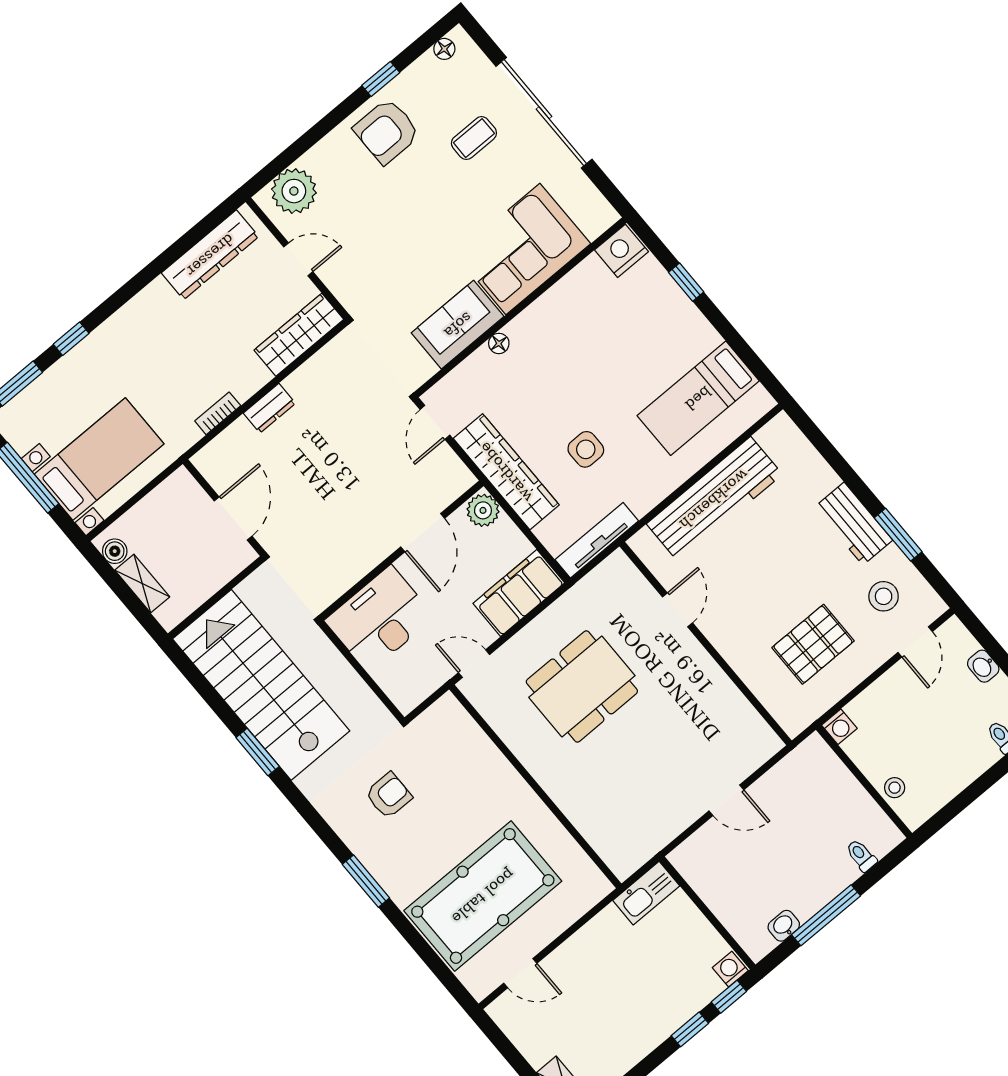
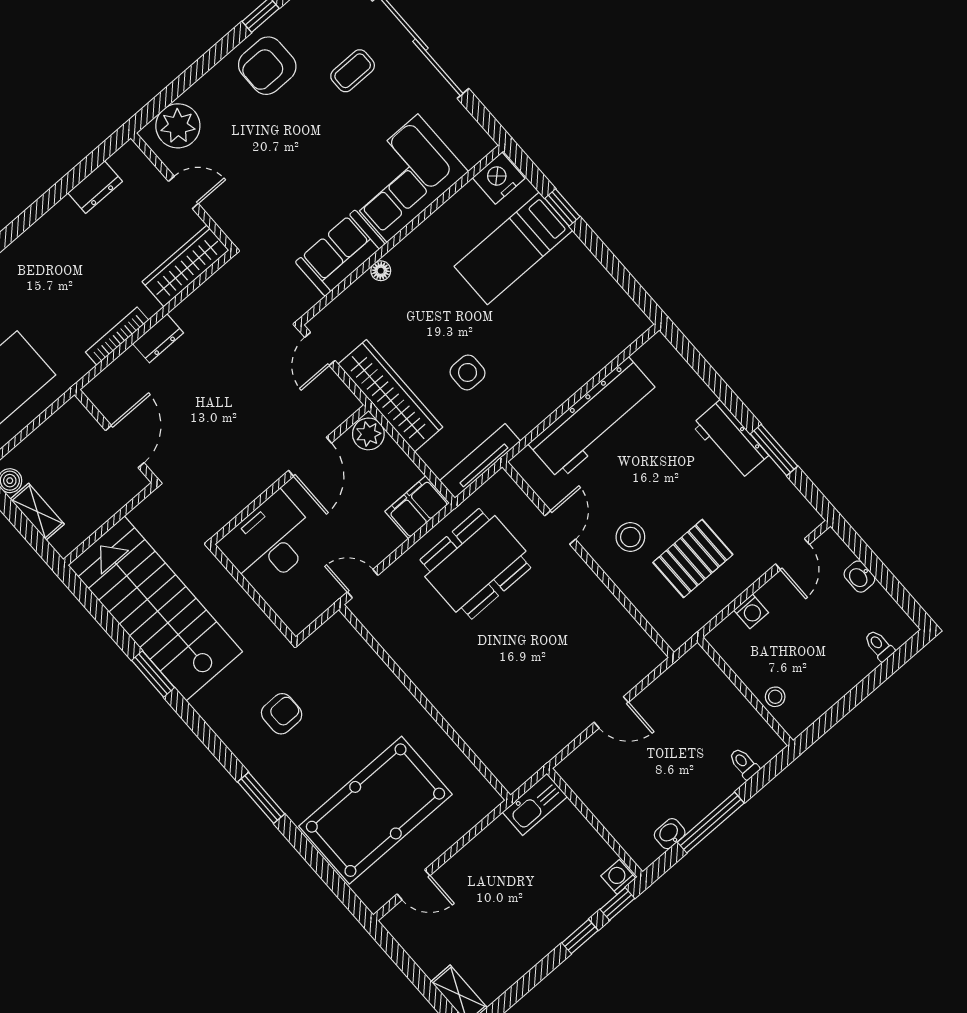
dresser: (210, 255) -> (95, 187), width x0.51, depth x0.80
bed: (698, 398) -> (513, 248), moved
bookcase: (218, 413) -> (117, 336), width x1.56
filing cabinet: (519, 593) -> (417, 507), width x0.67, depth x0.86
stool: (884, 596) -> (630, 537), moved
dining table: (582, 686) -> (475, 564), moved
washing machine: (839, 727) -> (751, 611), moved

